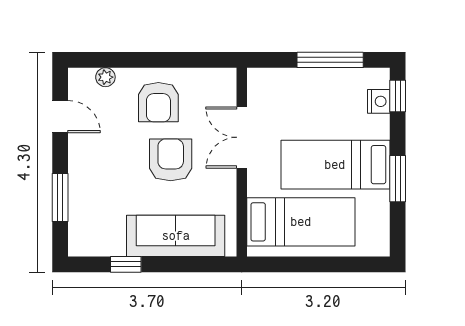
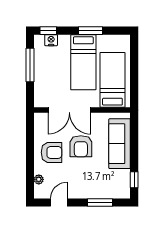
double door: (242, 137) -> (69, 110), width x1.37
armchair: (171, 160) -> (81, 146), turned -90
window: (126, 264) -> (134, 180), moved

